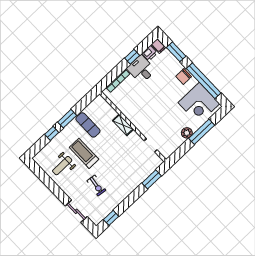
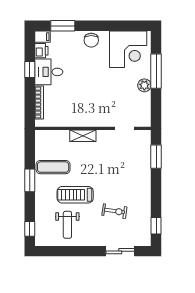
window: (204, 81) -> (112, 26), removed
window: (52, 133) -> (30, 229), moved

